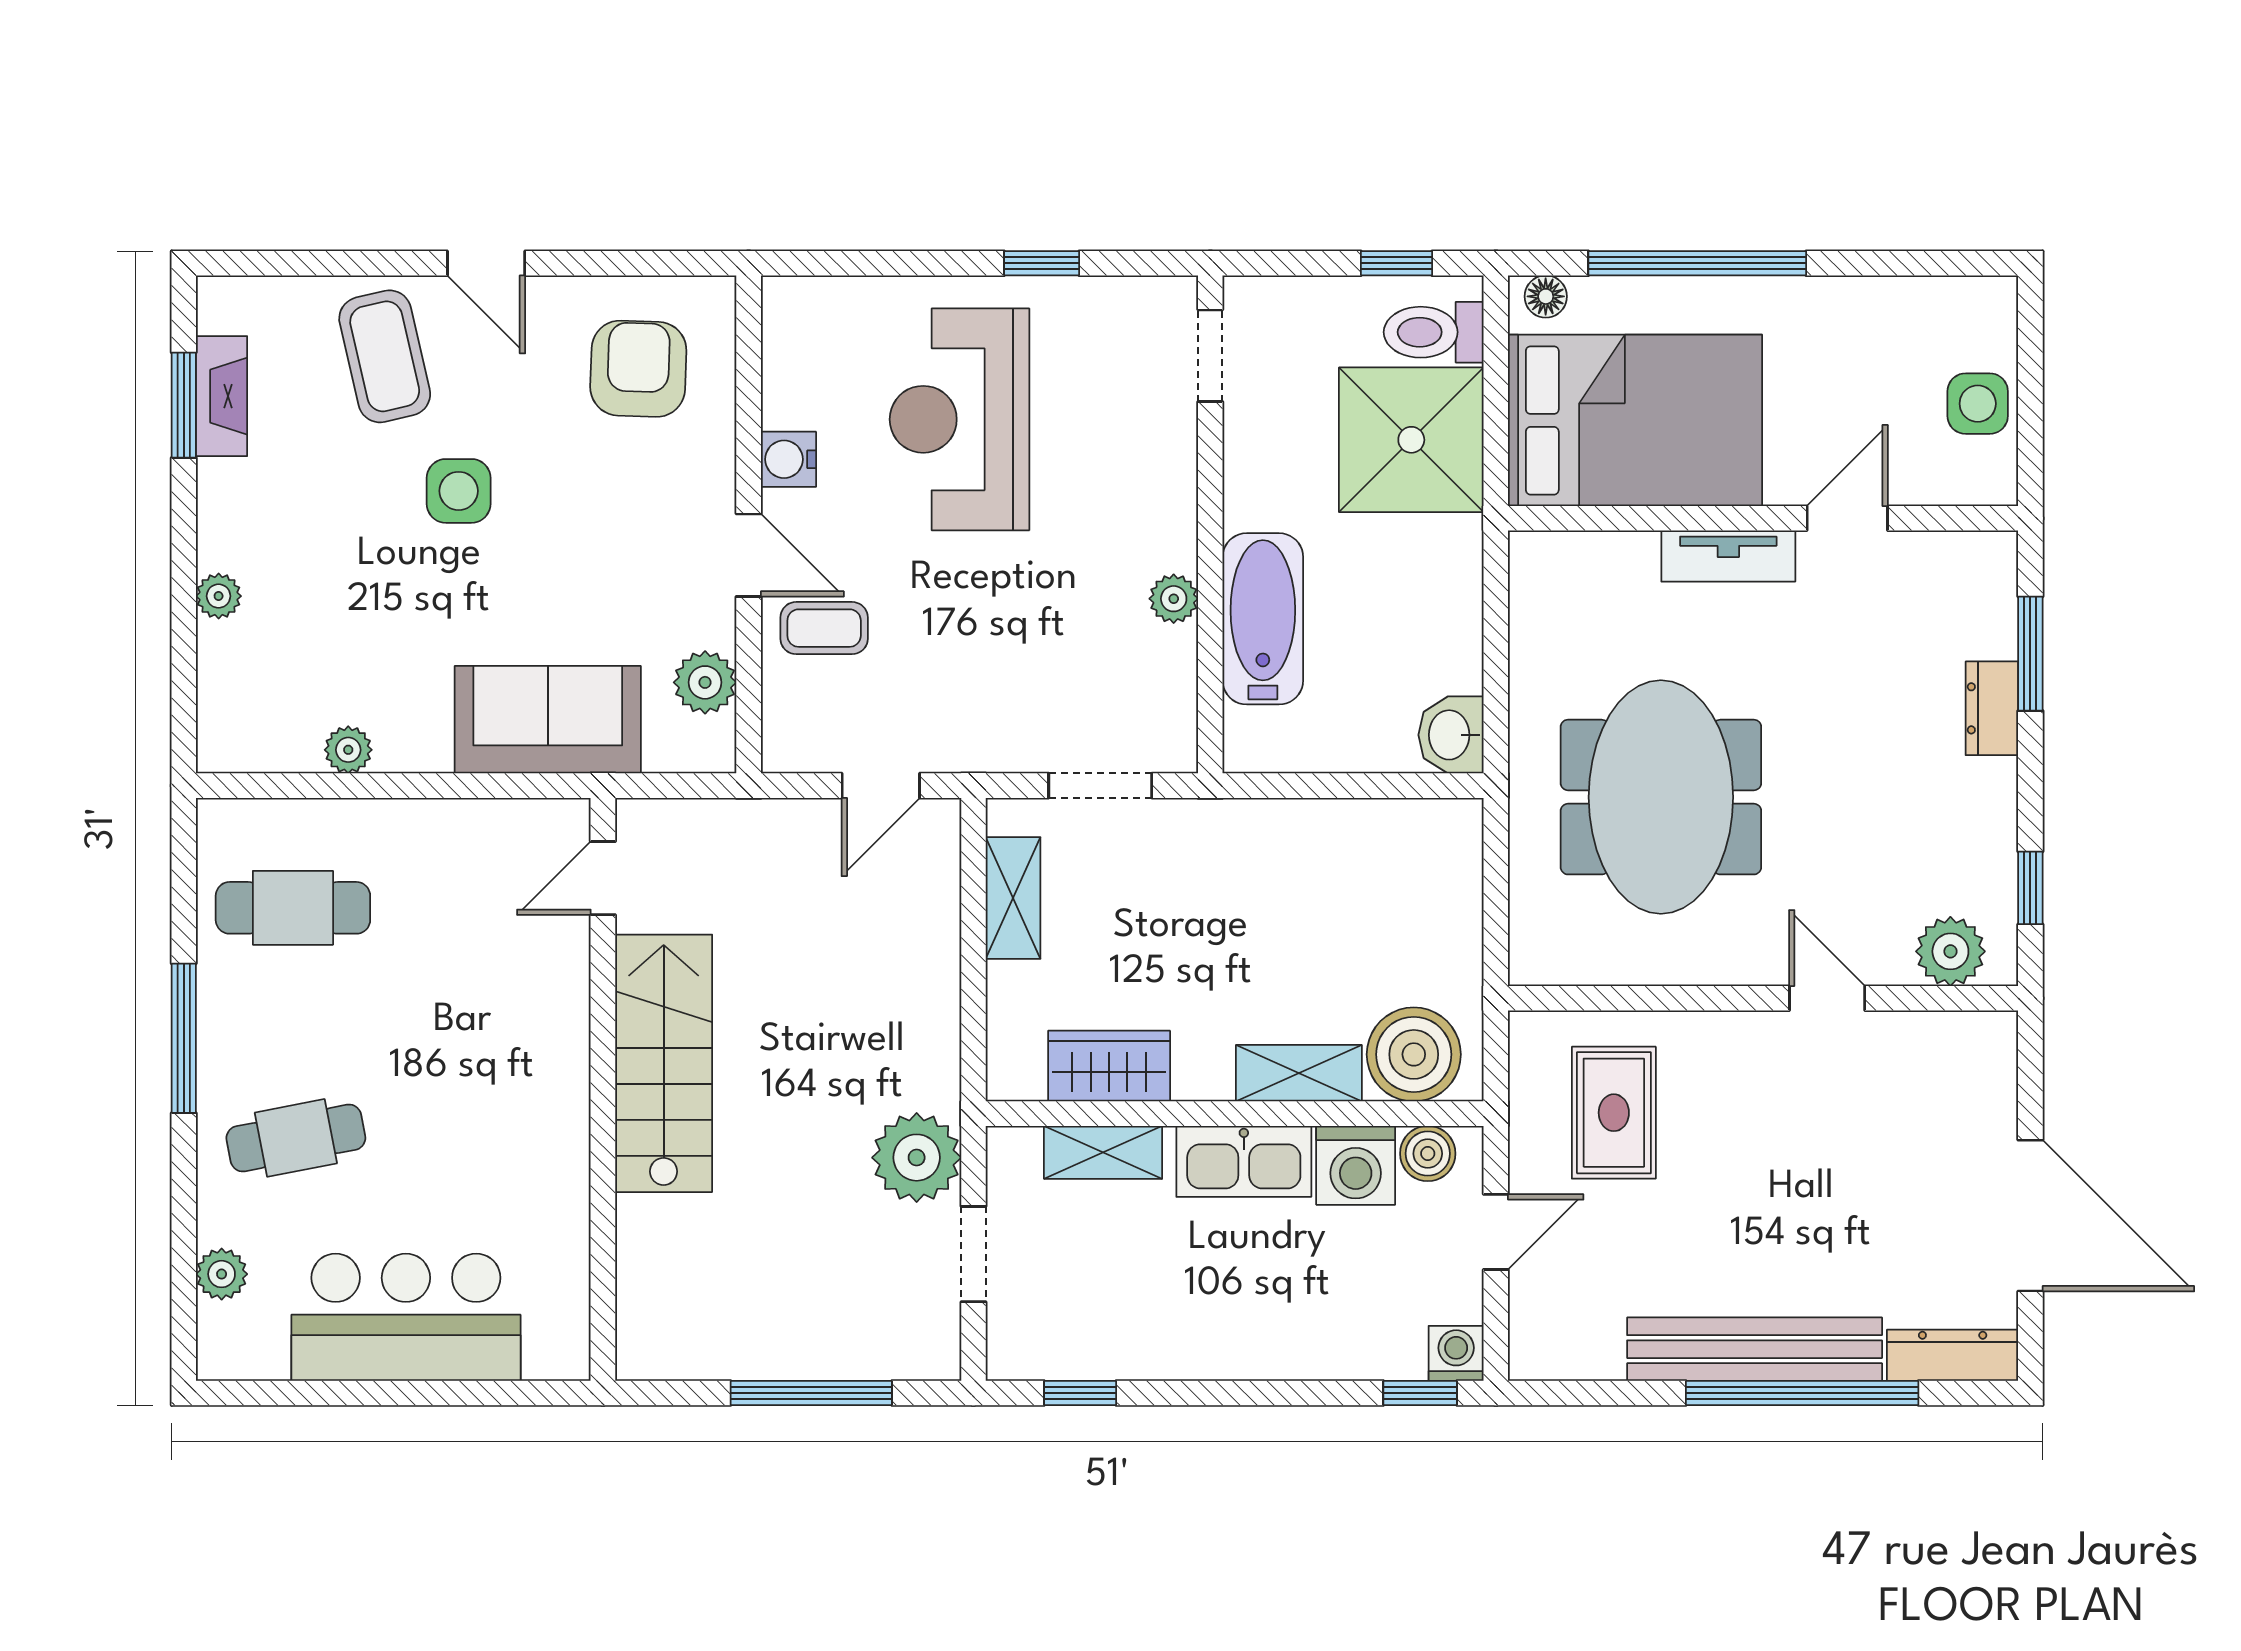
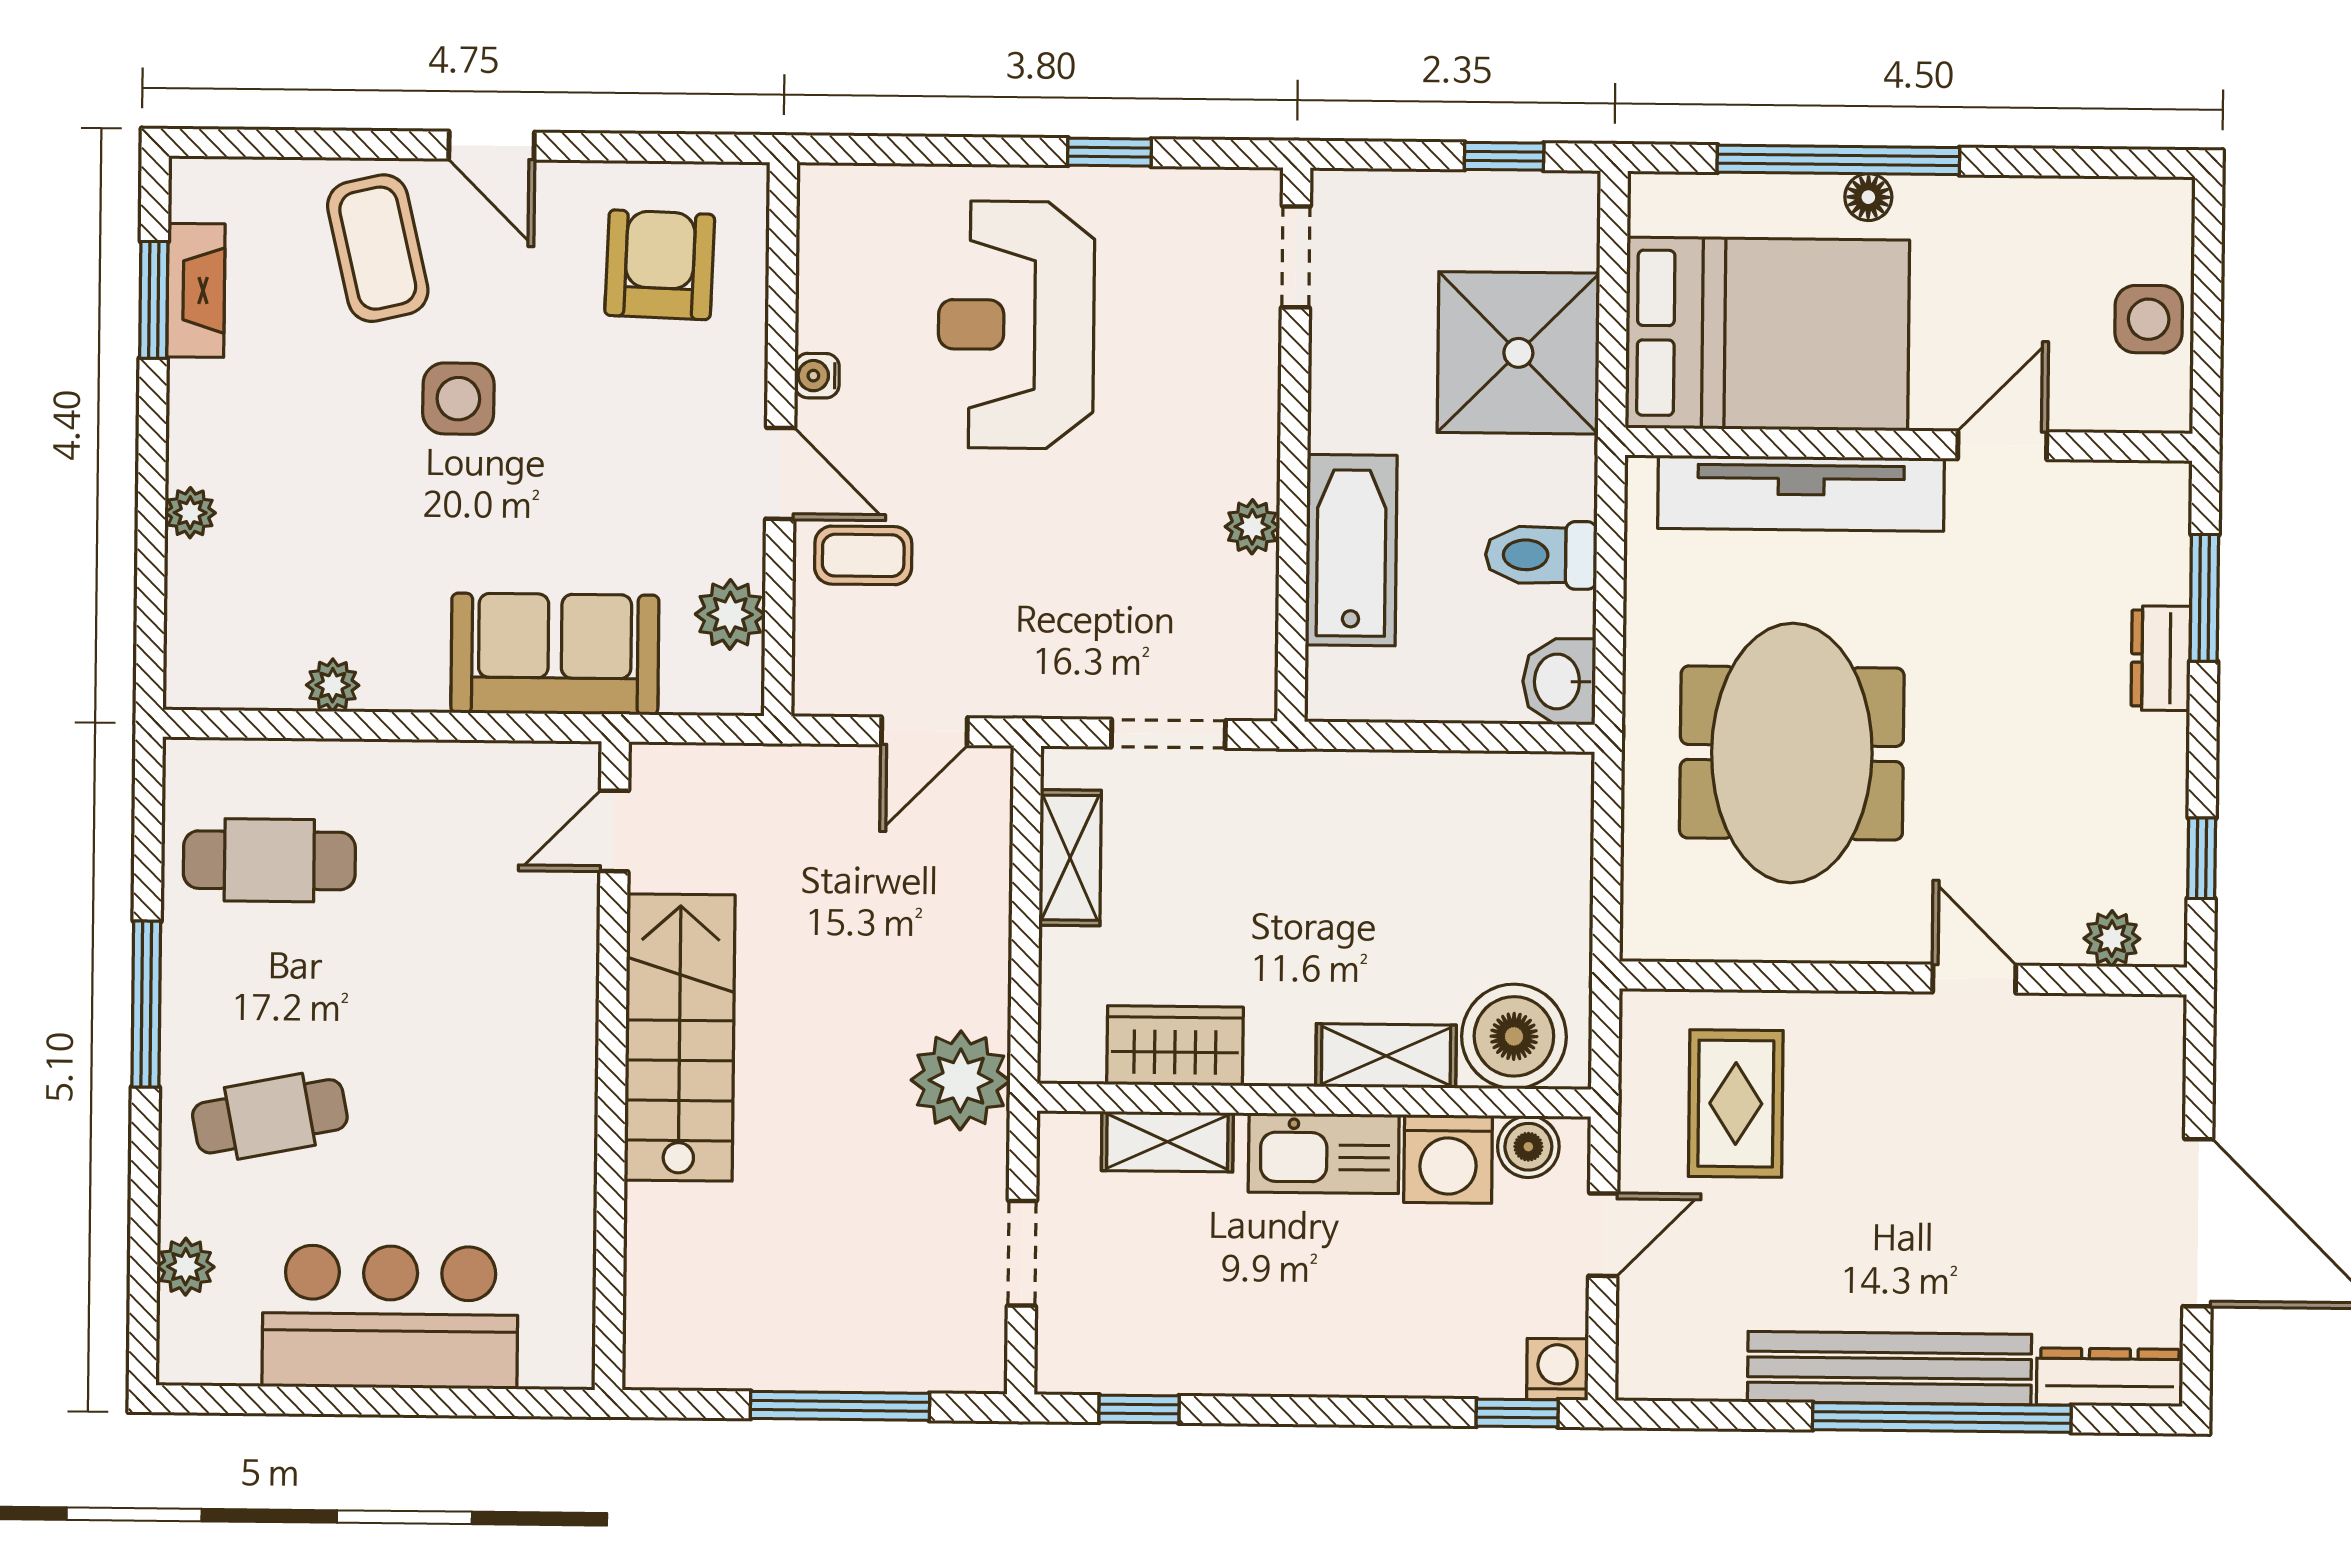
floor lamp: (1546, 296) -> (1868, 197), moved
toilet: (1434, 332) -> (1541, 555), moved
water cooler: (788, 459) -> (817, 376), width x0.72, depth x0.72
tv unit: (1728, 556) -> (1801, 493), width x1.92, depth x1.29
plant: (1950, 951) -> (2112, 939), width x0.73, depth x0.73
plant: (917, 1158) -> (961, 1080), moved

